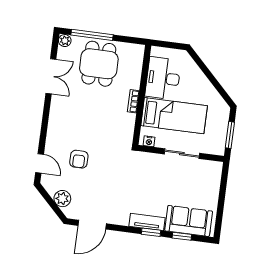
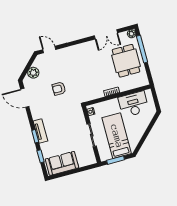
dining table: (99, 64) -> (126, 61), turned 90
bed: (174, 116) -> (117, 136), moved, turned 180
armchair: (79, 159) -> (59, 89), moved
door: (40, 163) -> (49, 50), swing flipped
sofa: (189, 221) -> (62, 163), moved, turned -90

